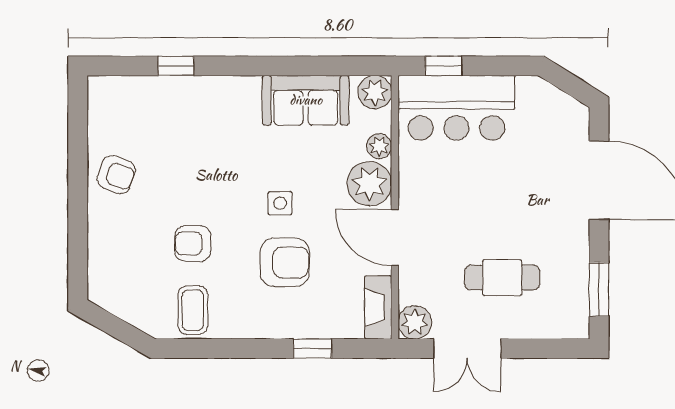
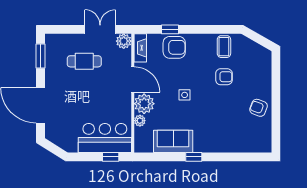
window: (176, 66) -> (194, 157), moved
plant: (375, 92) -> (142, 145), removed
armchair: (285, 262) -> (174, 47), moved, turned 180

